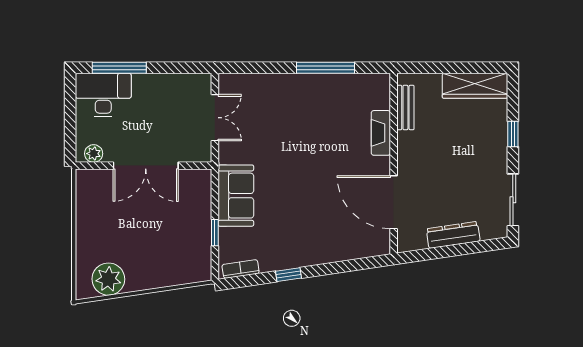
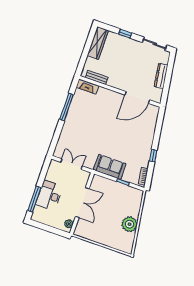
desk: (103, 95) -> (49, 195), moved
fireplace: (381, 133) -> (87, 87), moved
plant: (108, 279) -> (130, 224), moved

